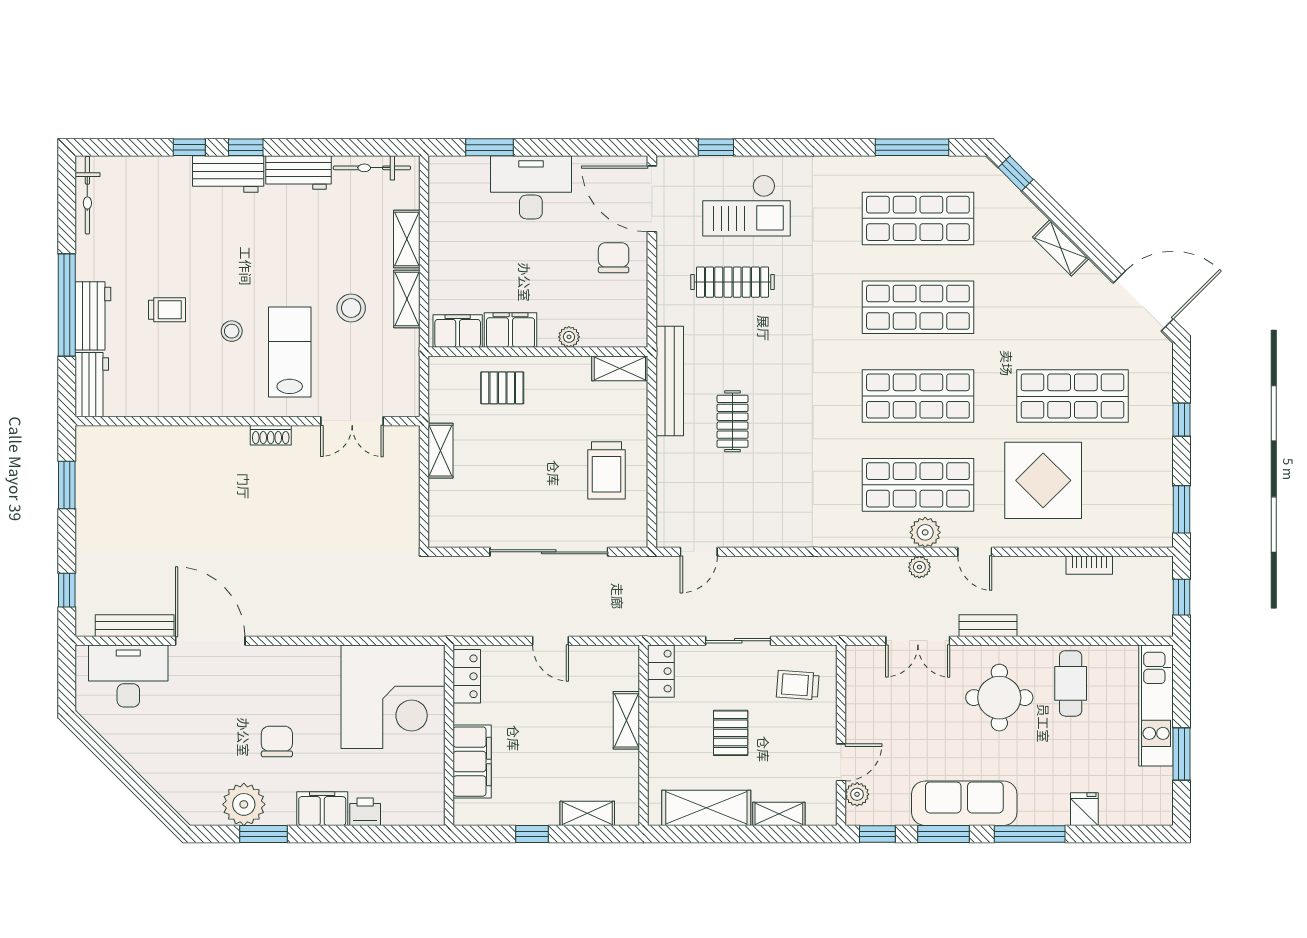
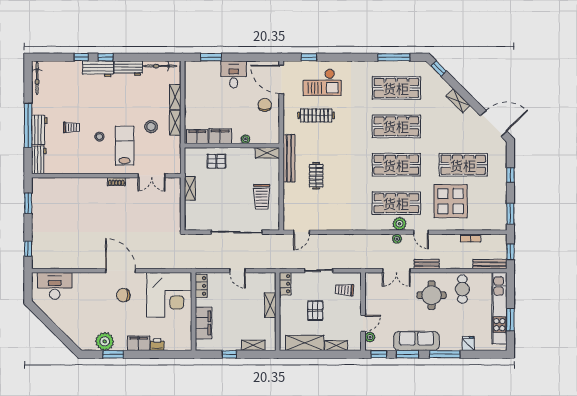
desk: (531, 187) -> (234, 74), width x0.73
bench: (135, 626) -> (490, 264), moved
door: (210, 641) -> (121, 271), moved
kitchen unit: (1156, 706) -> (499, 308), width x1.36
chair: (277, 742) -> (123, 295), moved, turned -90

